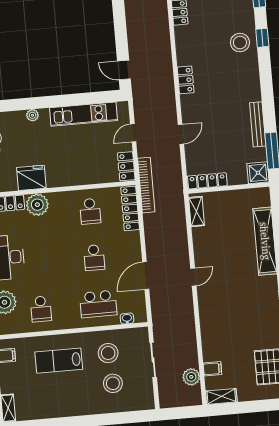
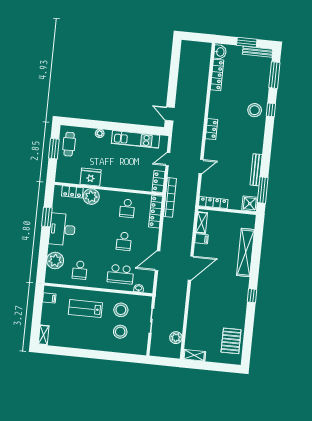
door: (193, 277) -> (191, 268), width x1.88
filing cabinet: (212, 369) -> (201, 239), moved

